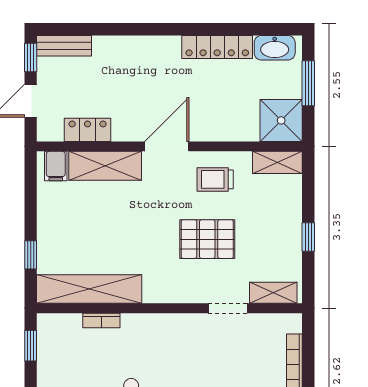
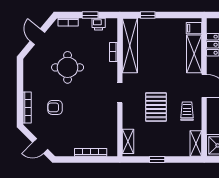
doorway: (228, 308) -> (120, 93), moved
window: (31, 346) -> (90, 15), moved
printer: (48, 349) -> (99, 24), added

